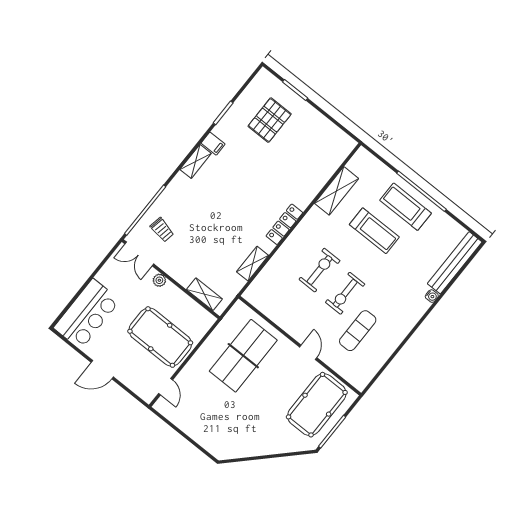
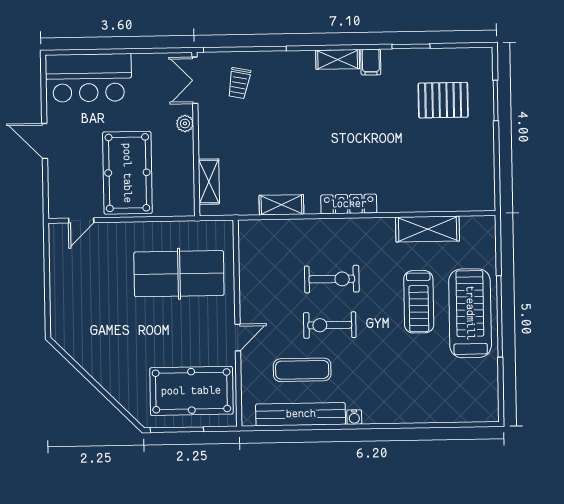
treadmill: (406, 207) -> (470, 313), width x1.37, depth x1.37
bench: (455, 263) -> (301, 414), moved
water cooler: (432, 296) -> (354, 417), moved

